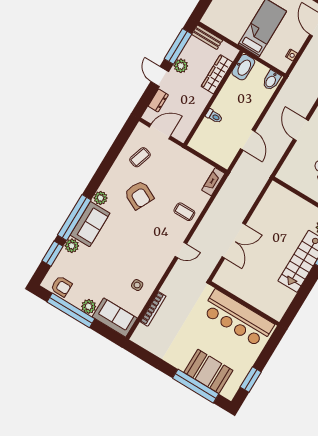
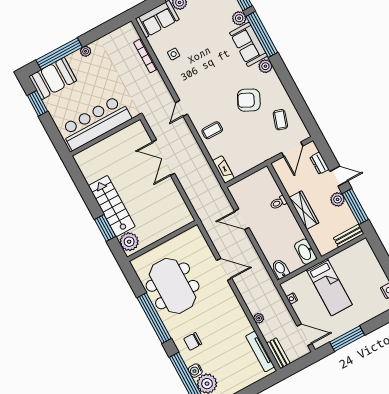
wardrobe: (217, 74) -> (304, 210), moved
plant: (180, 364) -> (86, 51), added
booth: (208, 371) -> (53, 78), moved

